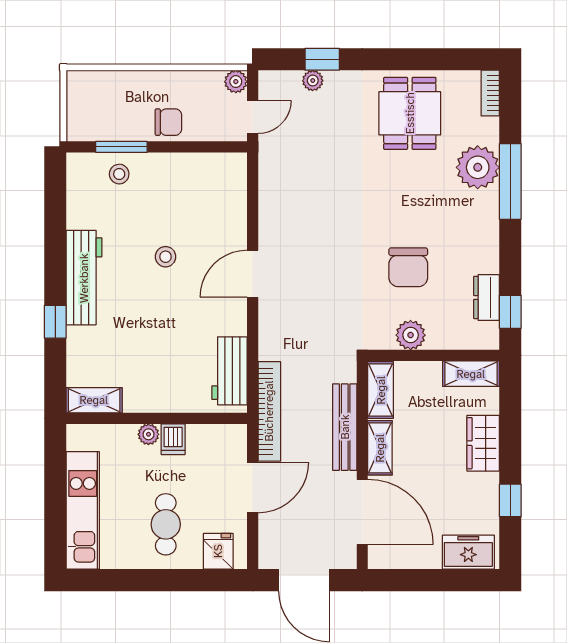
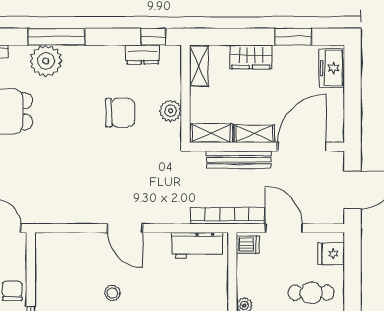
dishwasher: (173, 439) -> (248, 245), moved
window: (510, 500) -> (293, 37), width x1.50

